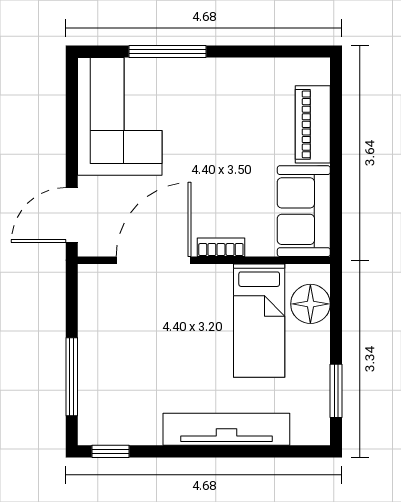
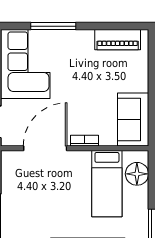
piano: (313, 124) -> (118, 40), moved, turned -90

